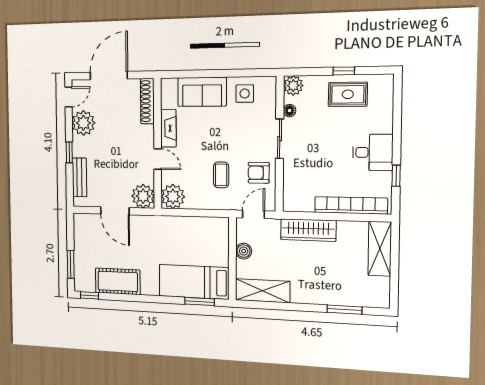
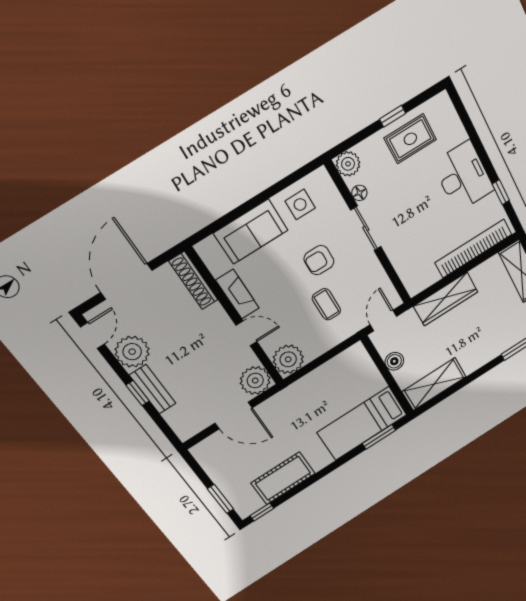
desk: (373, 152) -> (463, 177), width x1.37
armchair: (259, 173) -> (319, 260), moved
bench: (79, 177) -> (153, 389), moved

